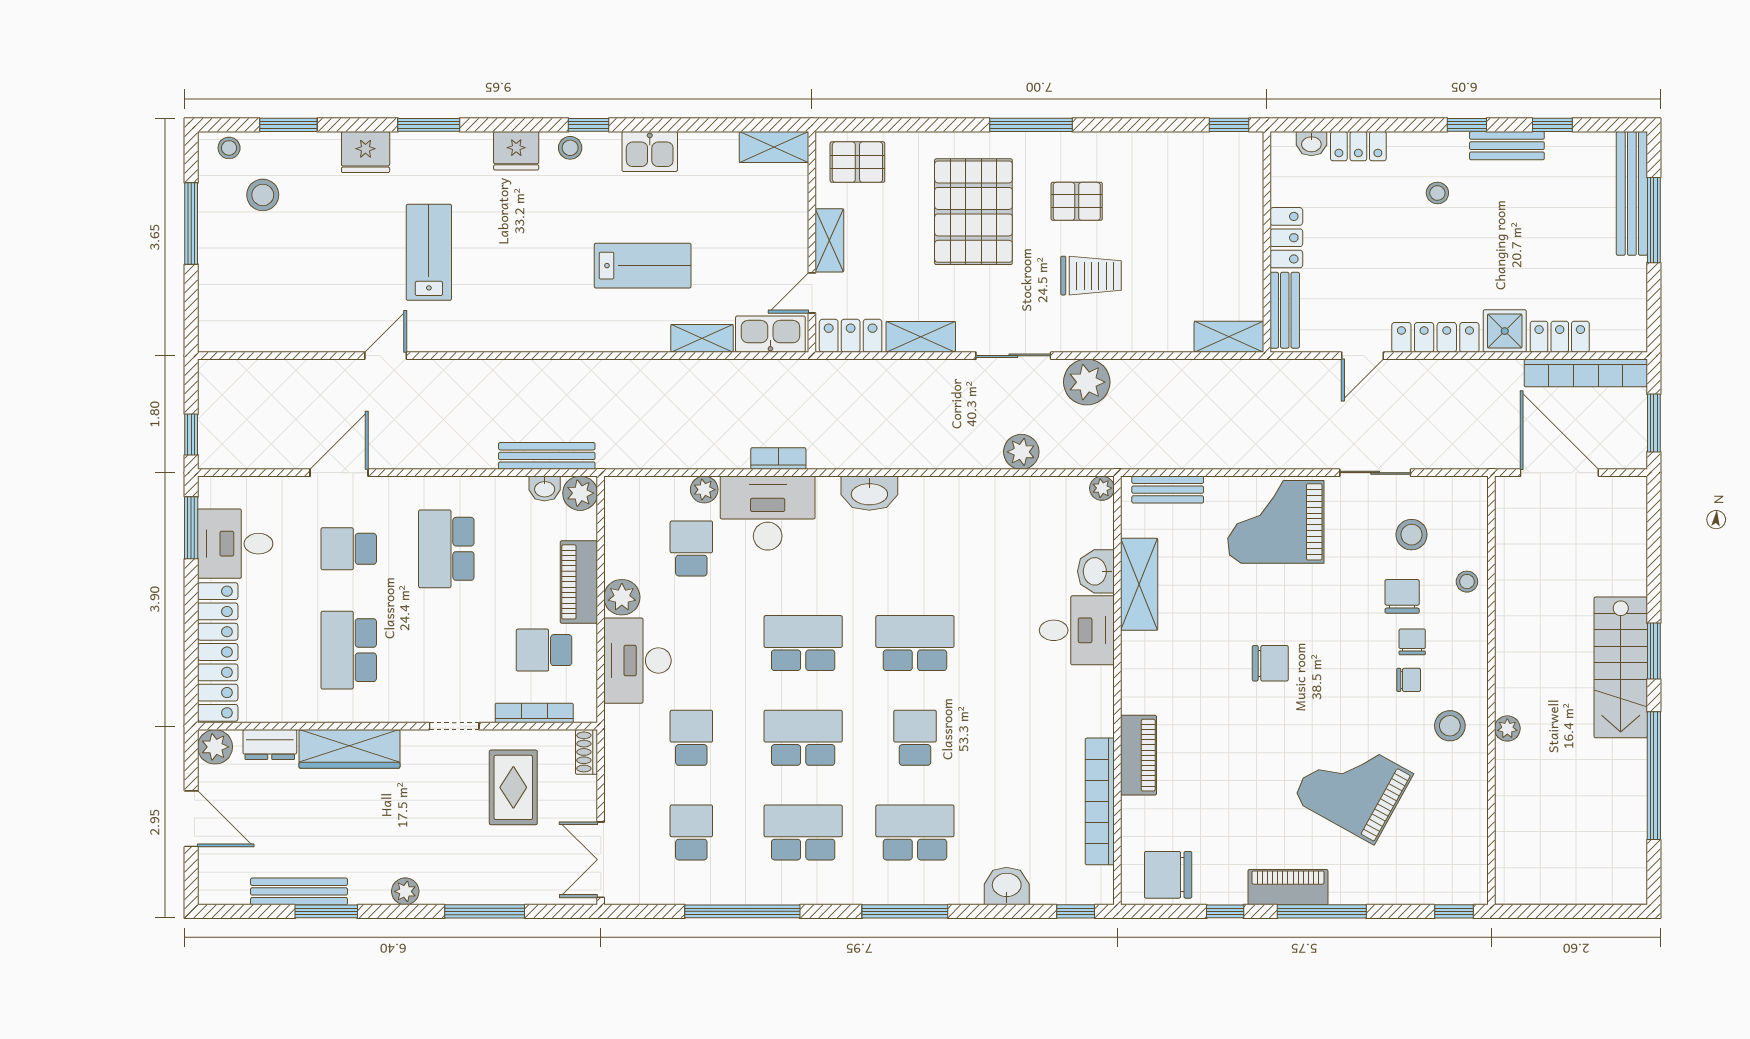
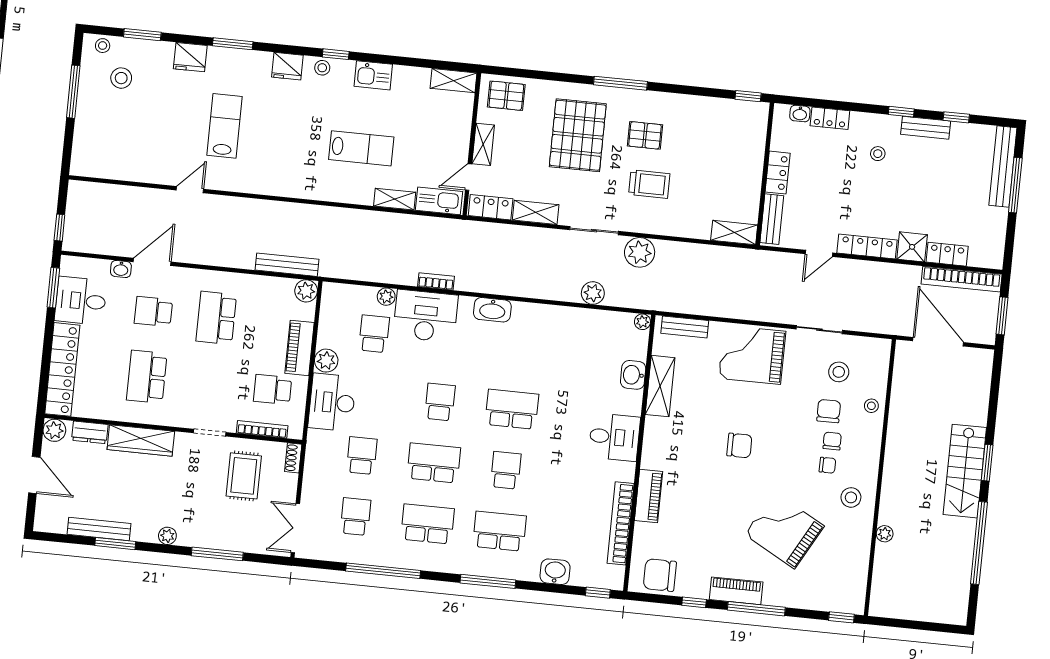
washbasin: (545, 489) -> (121, 269), moved
desk: (1077, 630) -> (614, 437), moved
school desk: (803, 643) -> (440, 402), width x0.54
plant: (1507, 728) -> (885, 534), moved

